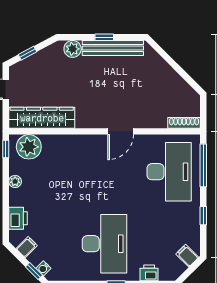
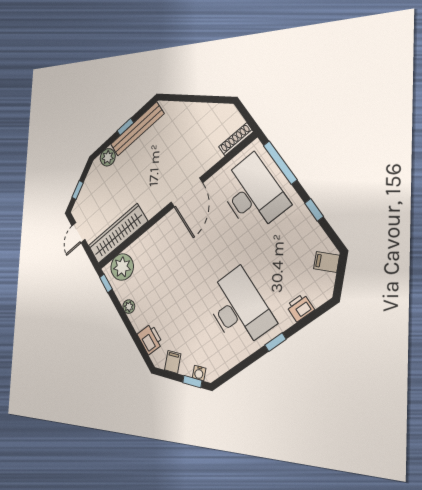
door: (121, 131) -> (187, 193), width x1.36

